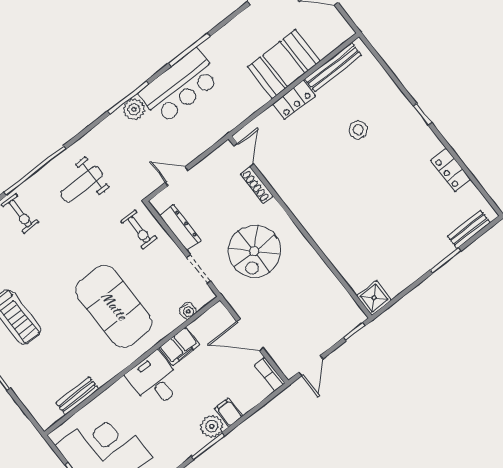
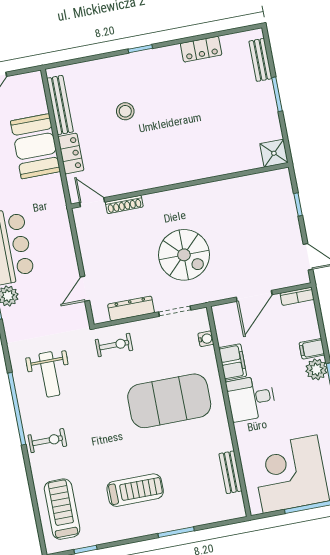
door: (244, 155) -> (92, 202), moved
shoe rack: (257, 185) -> (124, 204), moved
wall: (300, 227) -> (180, 186), moved
shower: (374, 298) -> (274, 153), moved

